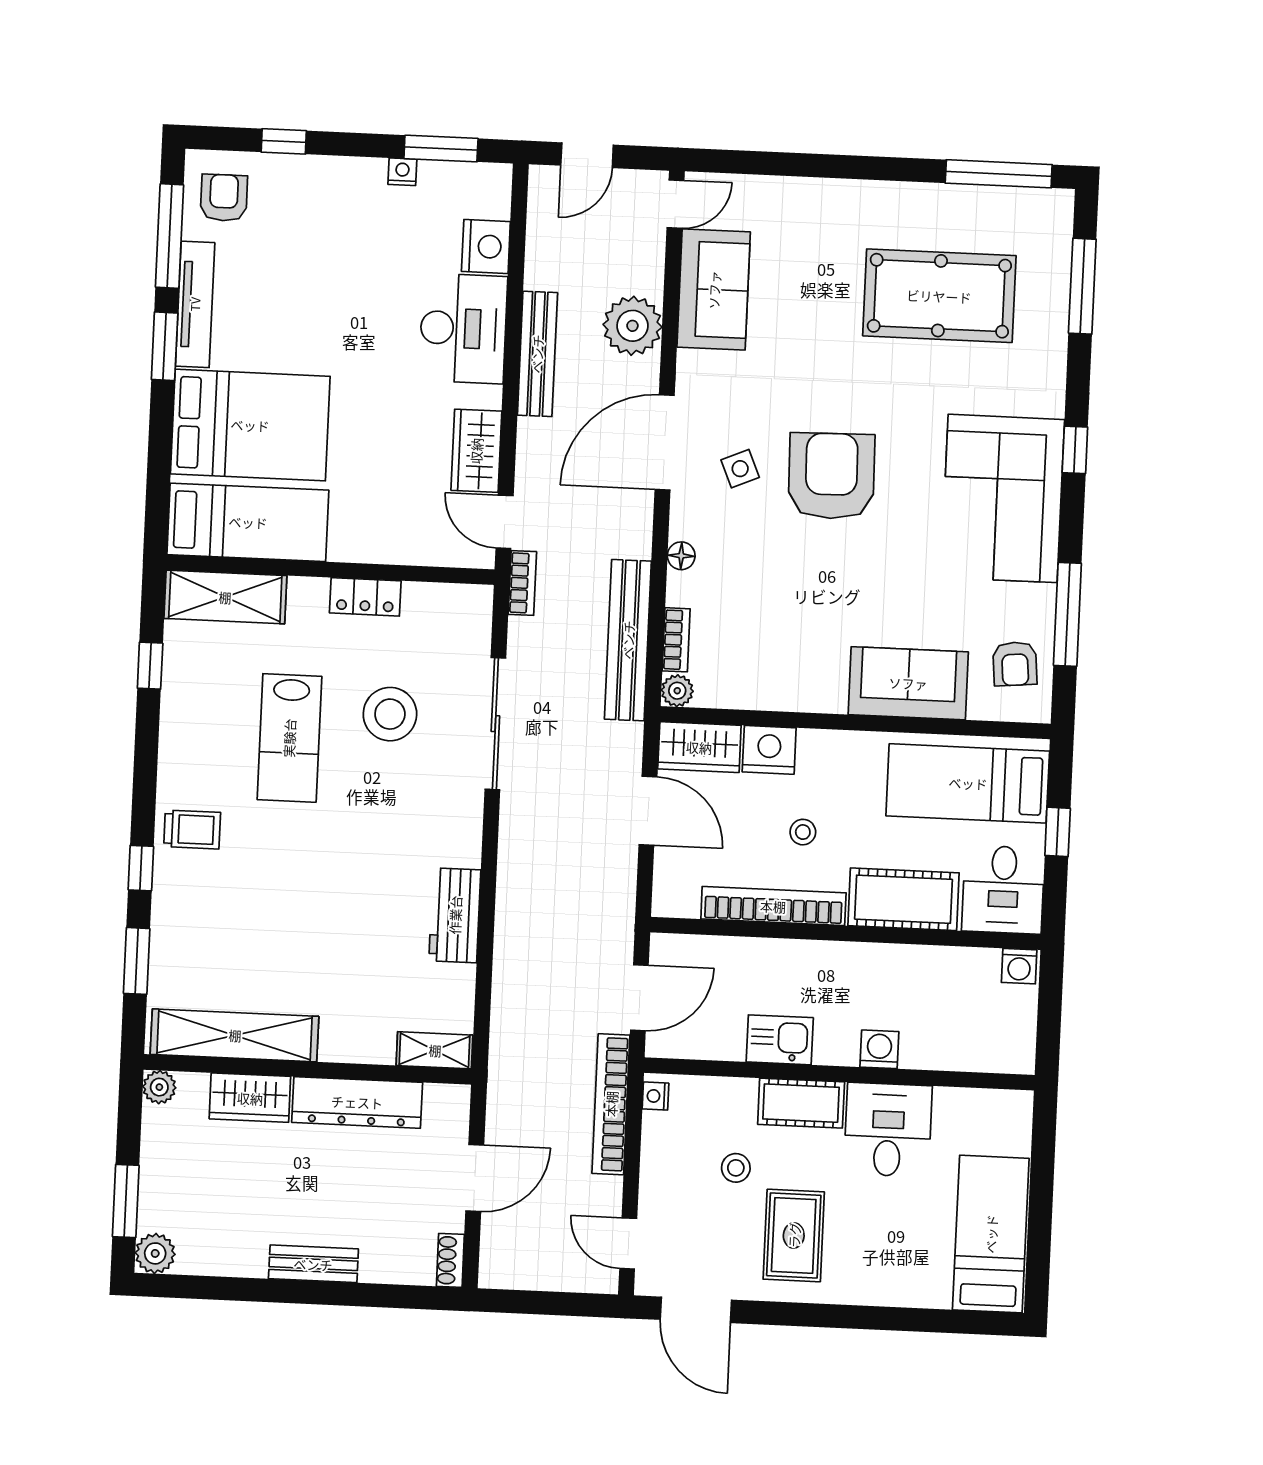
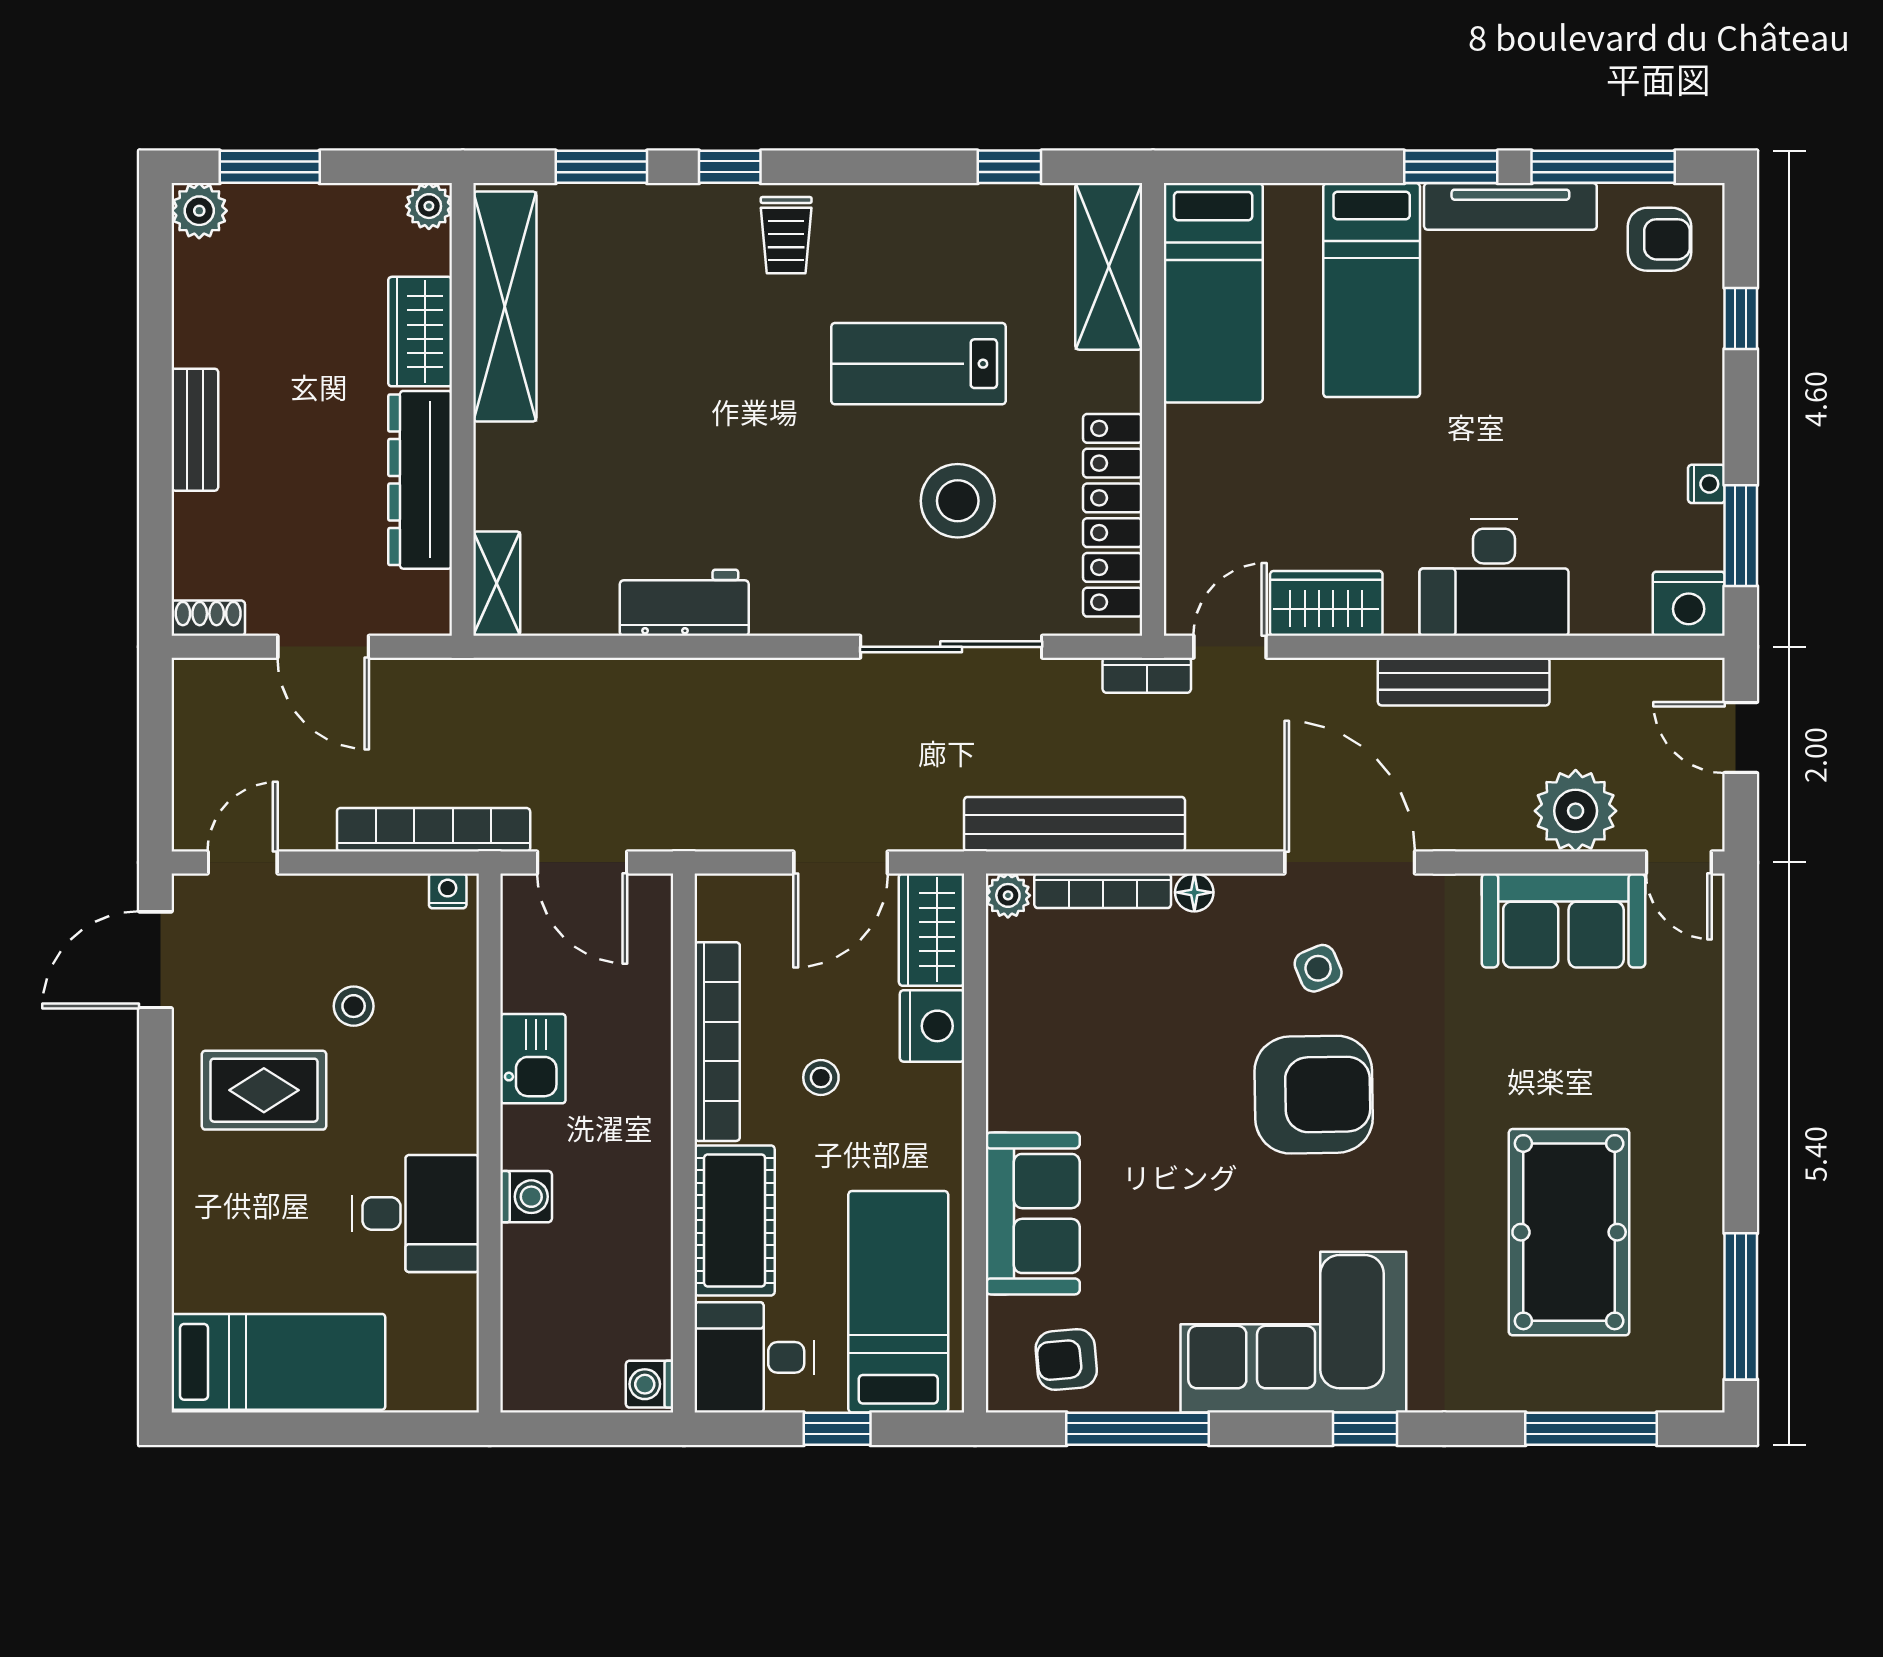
nightstand: (486, 246) -> (1689, 604), moved
plant: (632, 326) -> (1576, 811), moved
bed: (250, 425) -> (1372, 290), width x0.67
locker: (365, 597) -> (1113, 515), width x2.16, depth x1.21
bookcase: (676, 640) -> (1103, 891), width x1.56
cot: (801, 1103) -> (447, 1092), removed

